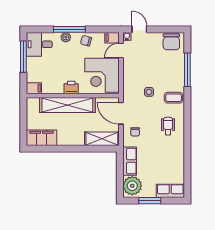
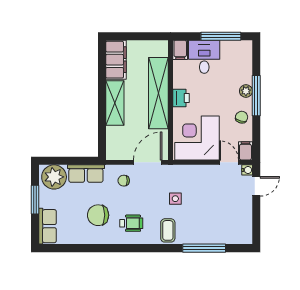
chair: (171, 42) -> (98, 215), moved
desk: (39, 44) -> (204, 57), moved
shelving: (102, 139) -> (115, 103), moved

